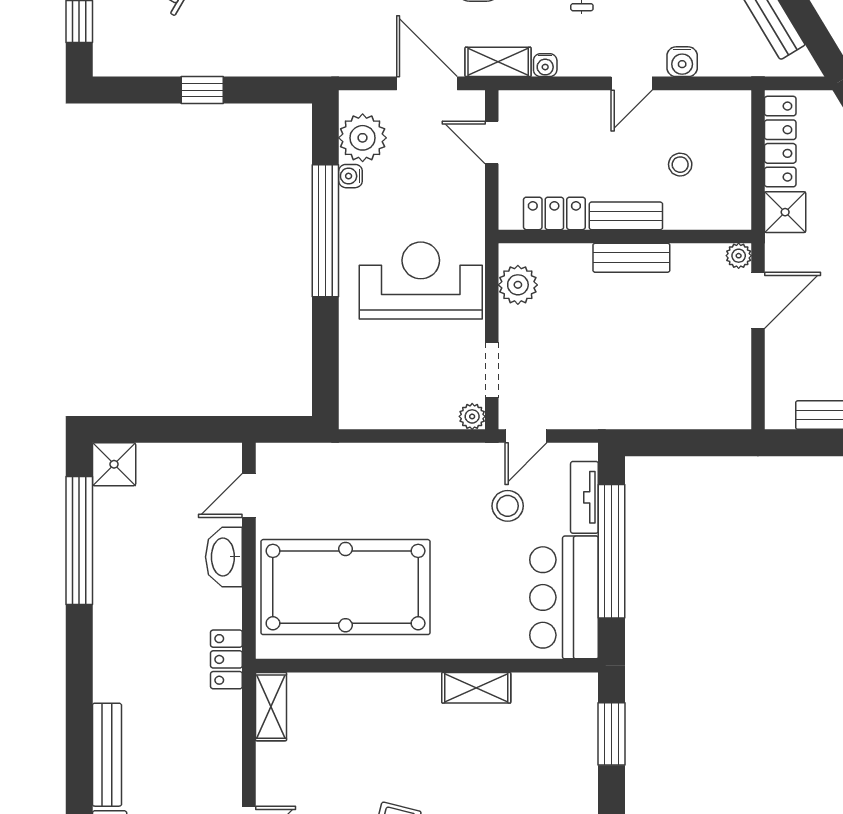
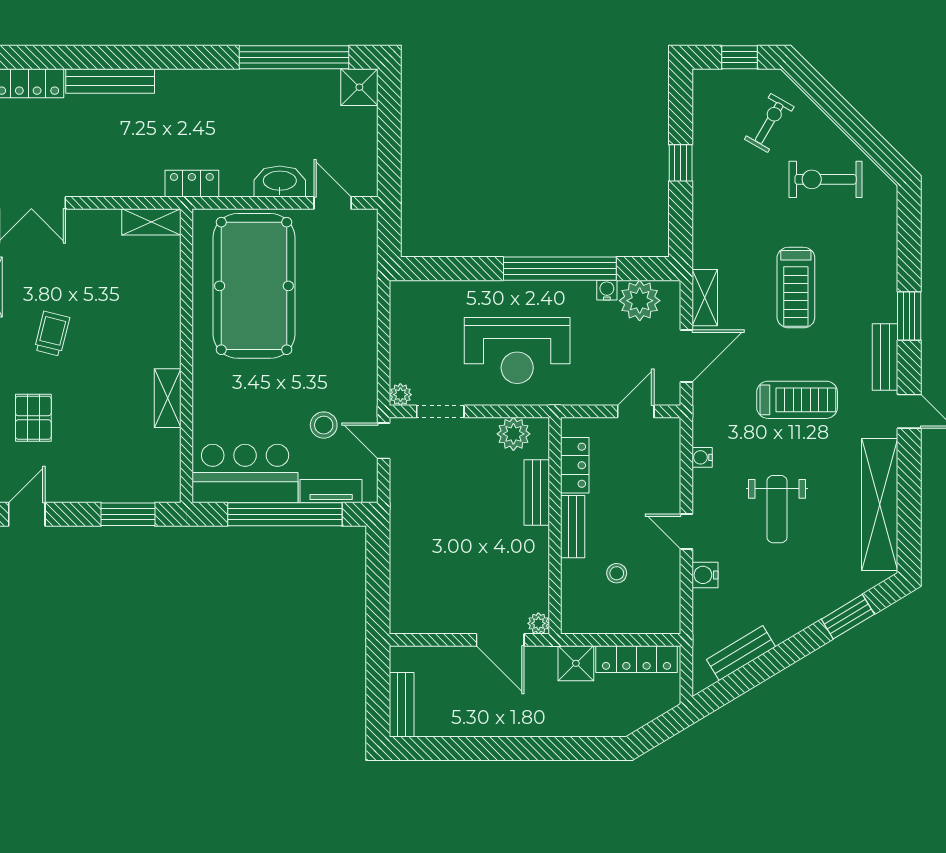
shelving: (498, 62) -> (705, 298), moved
bench: (631, 258) -> (537, 493), moved
reception desk: (421, 281) -> (517, 351), turned 90

